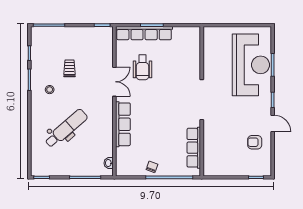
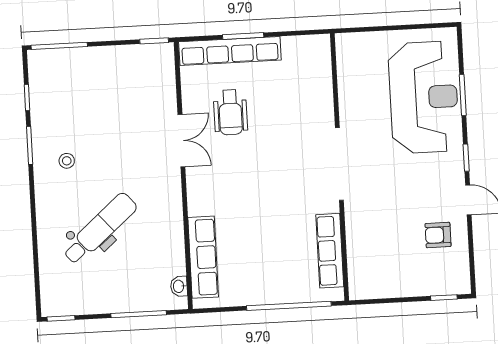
trolley: (70, 68) -> (100, 121), removed
row of seats: (123, 124) -> (203, 257), moved
chair: (152, 167) -> (257, 289), removed

